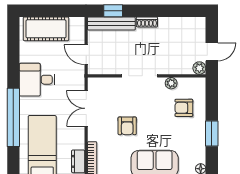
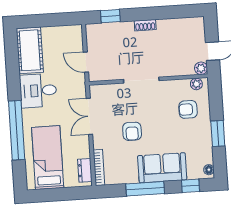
bench: (111, 24) -> (109, 29), removed
cot: (46, 29) -> (30, 50), moved, turned 90
plant: (171, 83) -> (196, 84), moved

